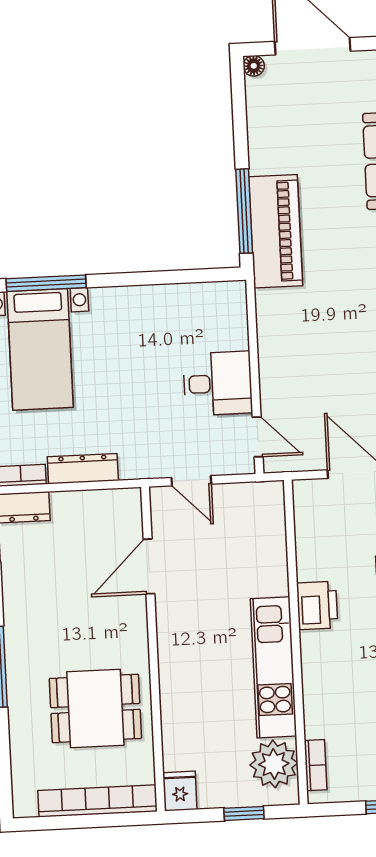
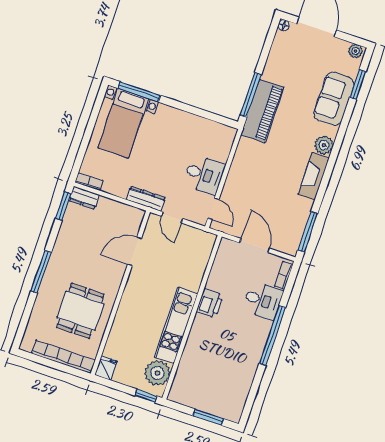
dresser: (83, 469) -> (146, 199), moved
dining table: (95, 708) -> (80, 311), turned 90
bookcase: (316, 765) -> (178, 382), removed
window: (244, 813) -> (146, 396), moved

